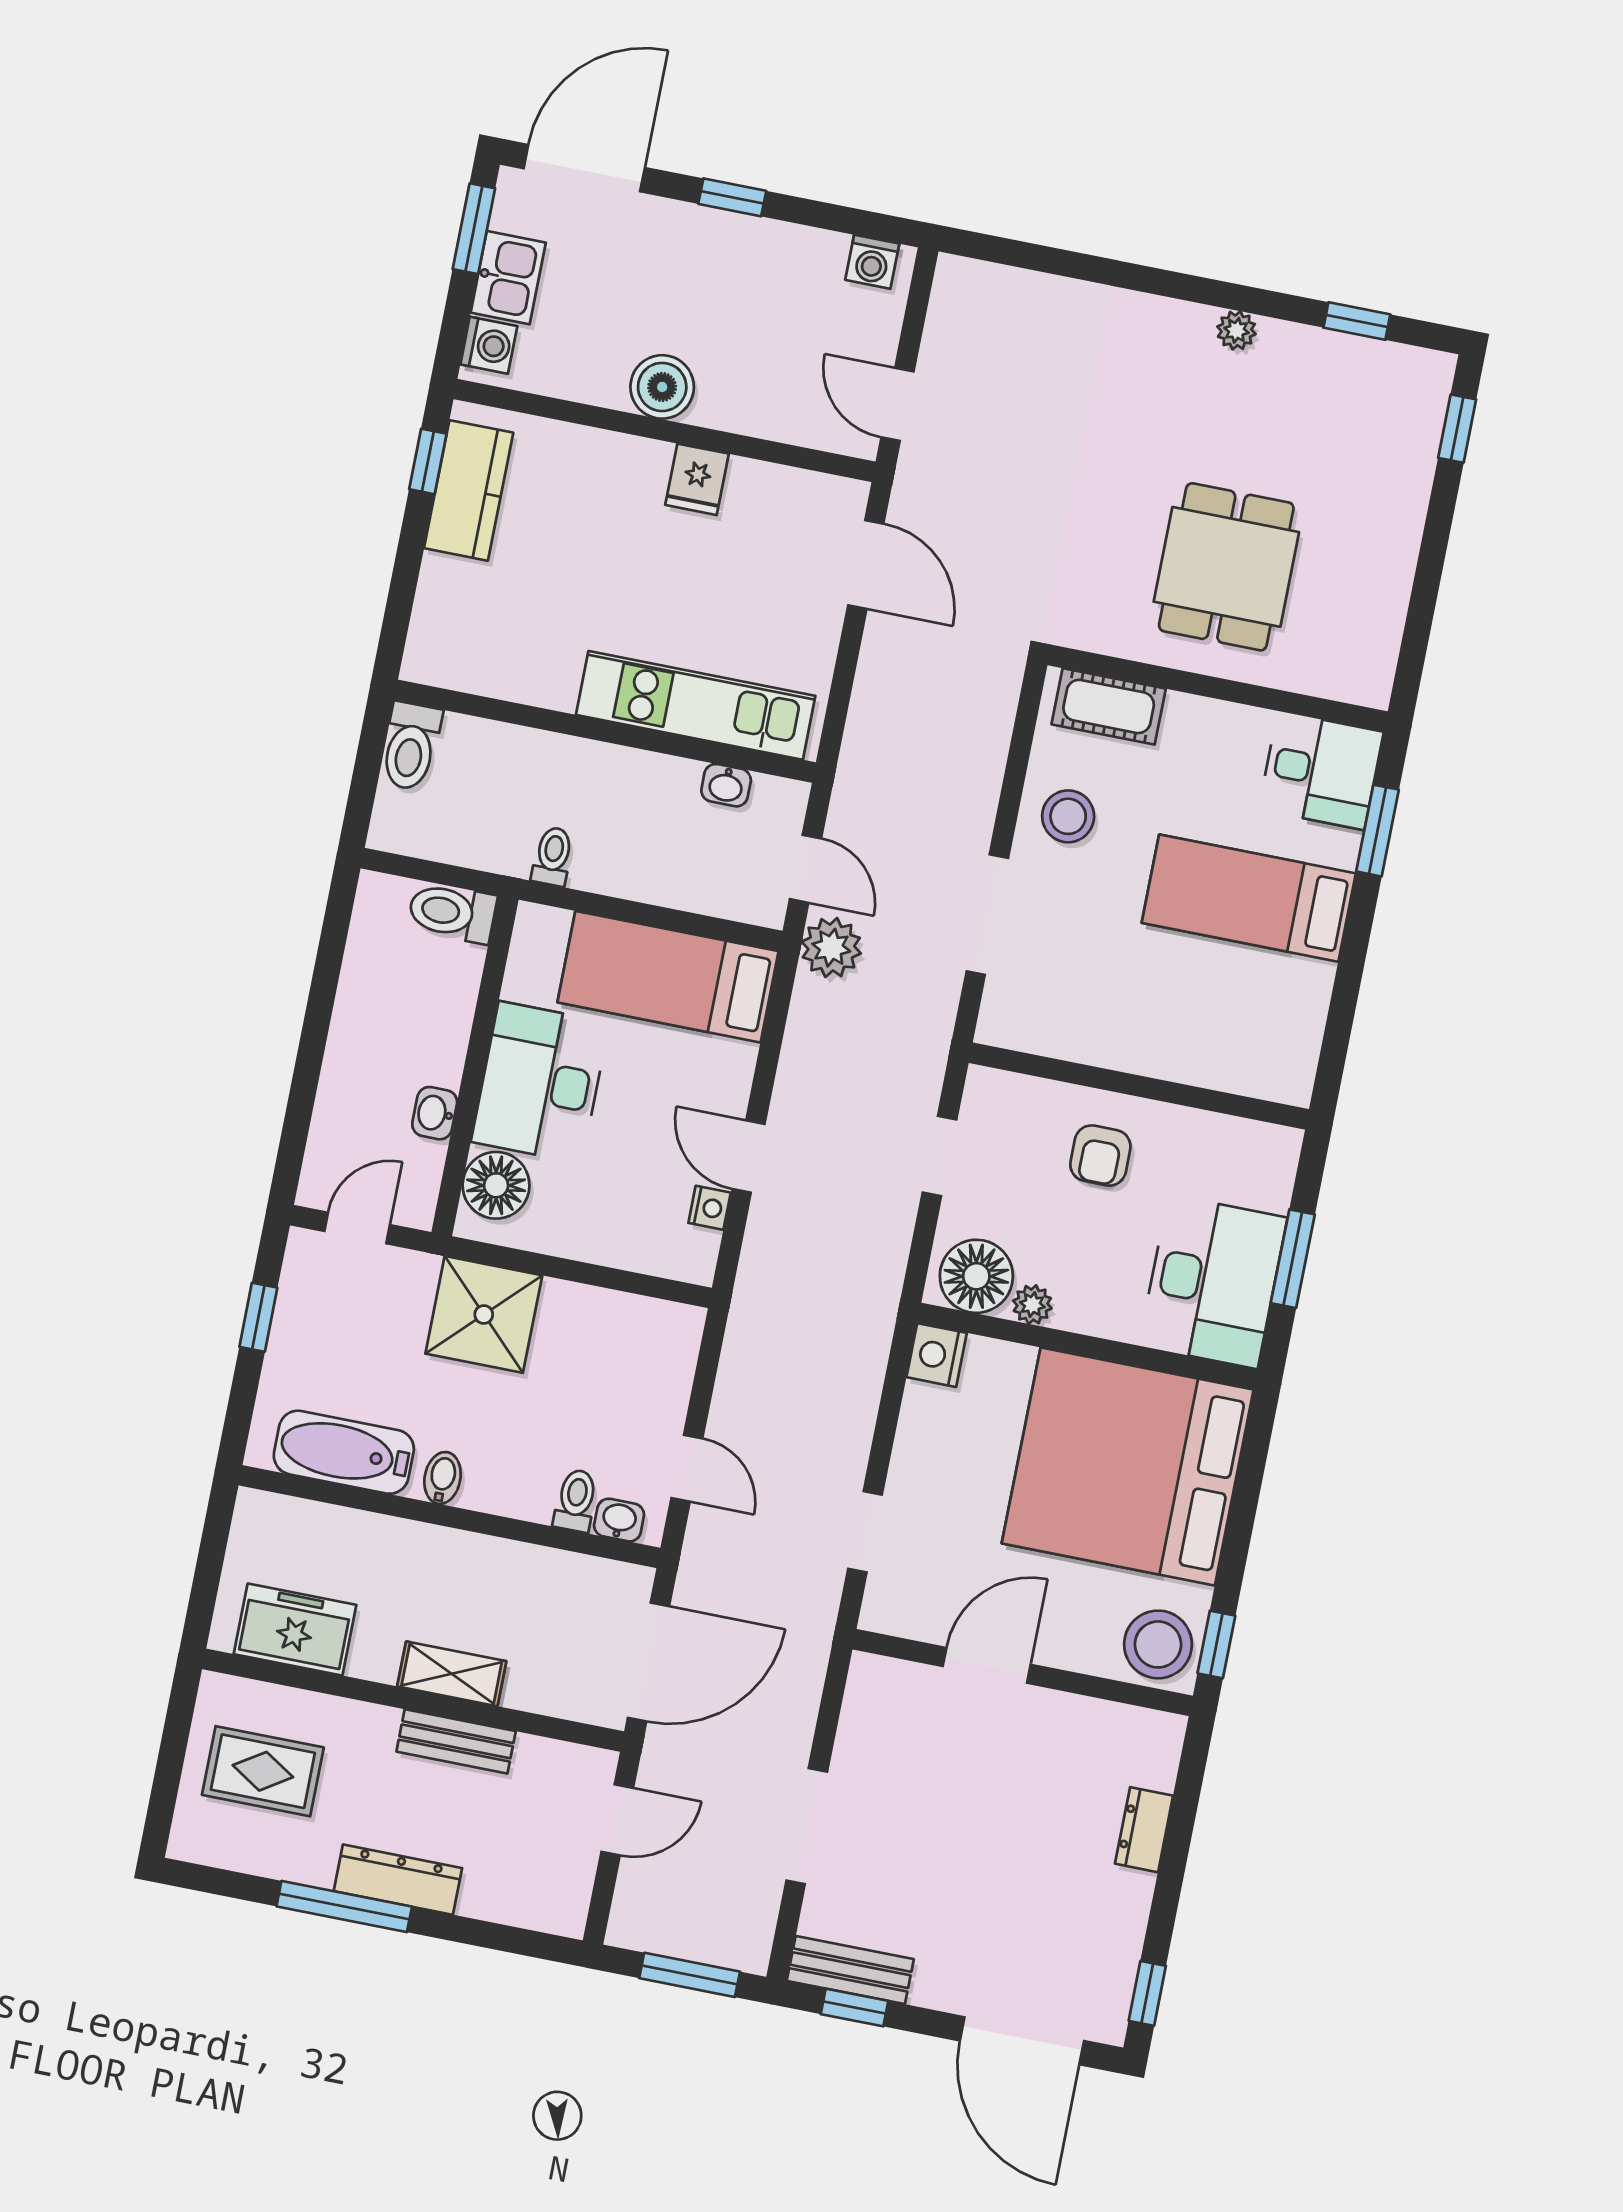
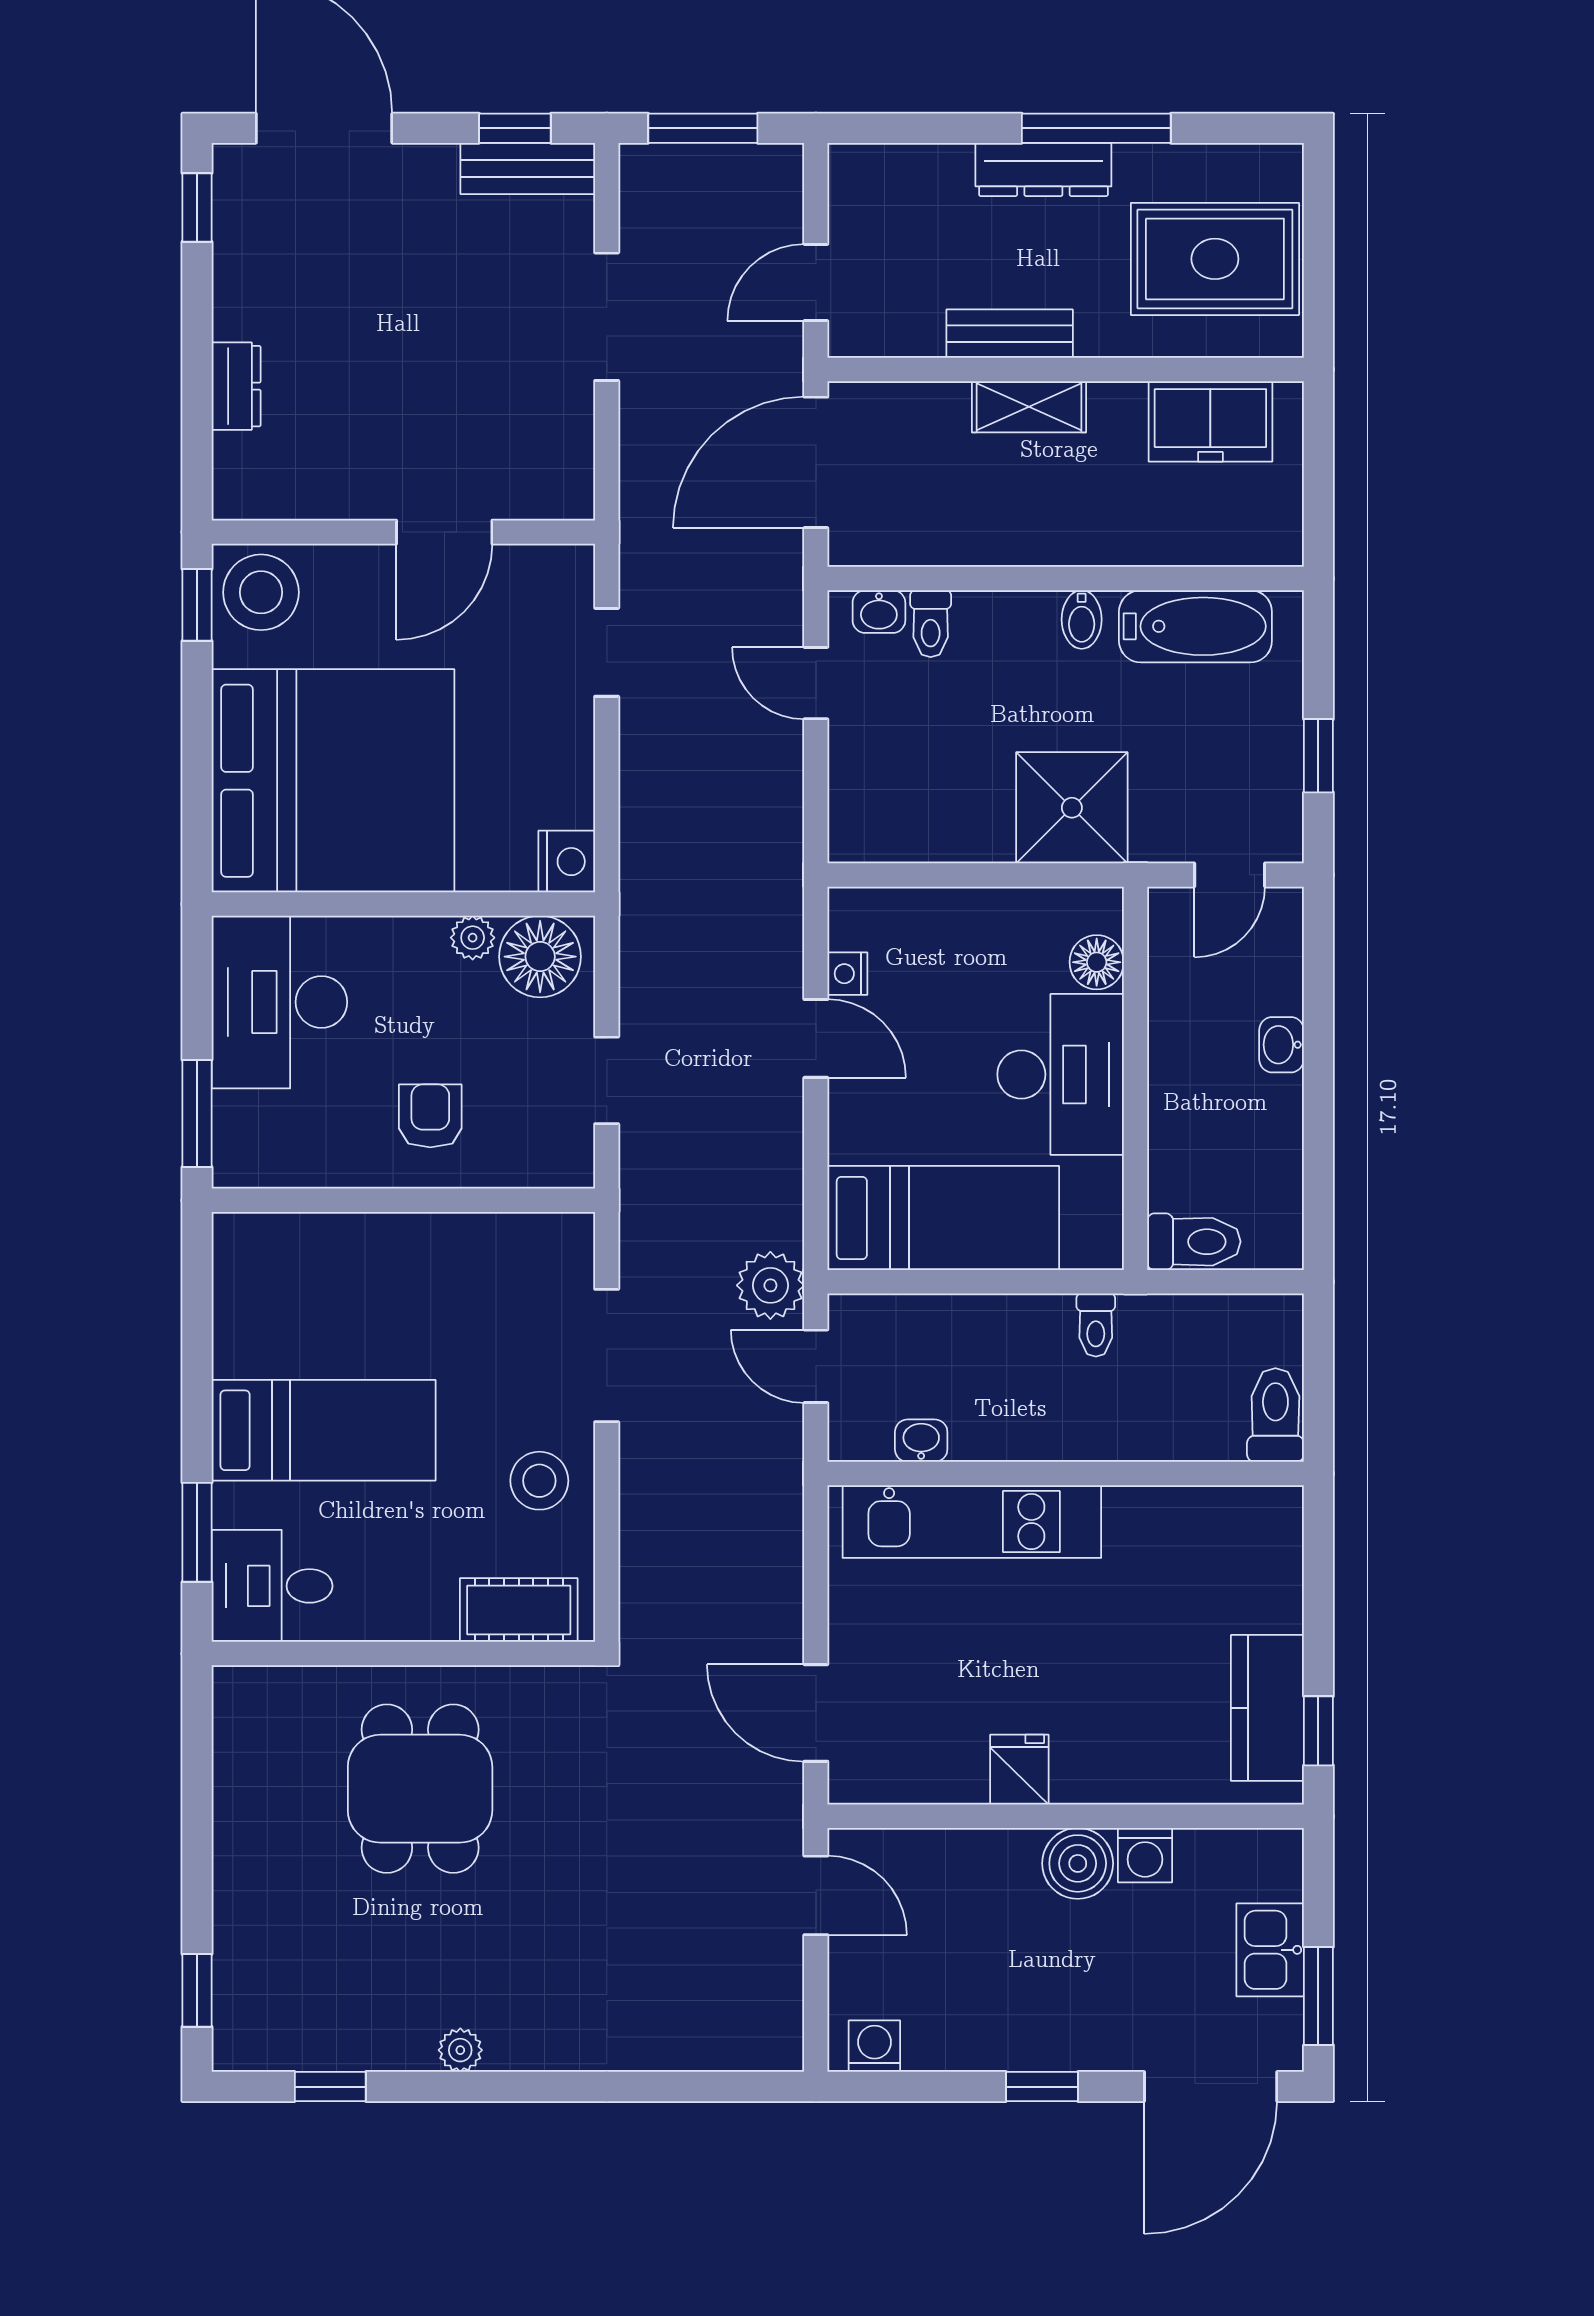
washing machine: (489, 345) -> (1145, 1855), moved, turned -90
washbasin: (435, 1113) -> (1282, 1045), moved, turned 180
floor lamp: (496, 1185) -> (1097, 962), width x0.73, depth x0.73
window: (1293, 1259) -> (197, 1113), moved
rug: (263, 1771) -> (1215, 259), width x1.36, depth x1.43

